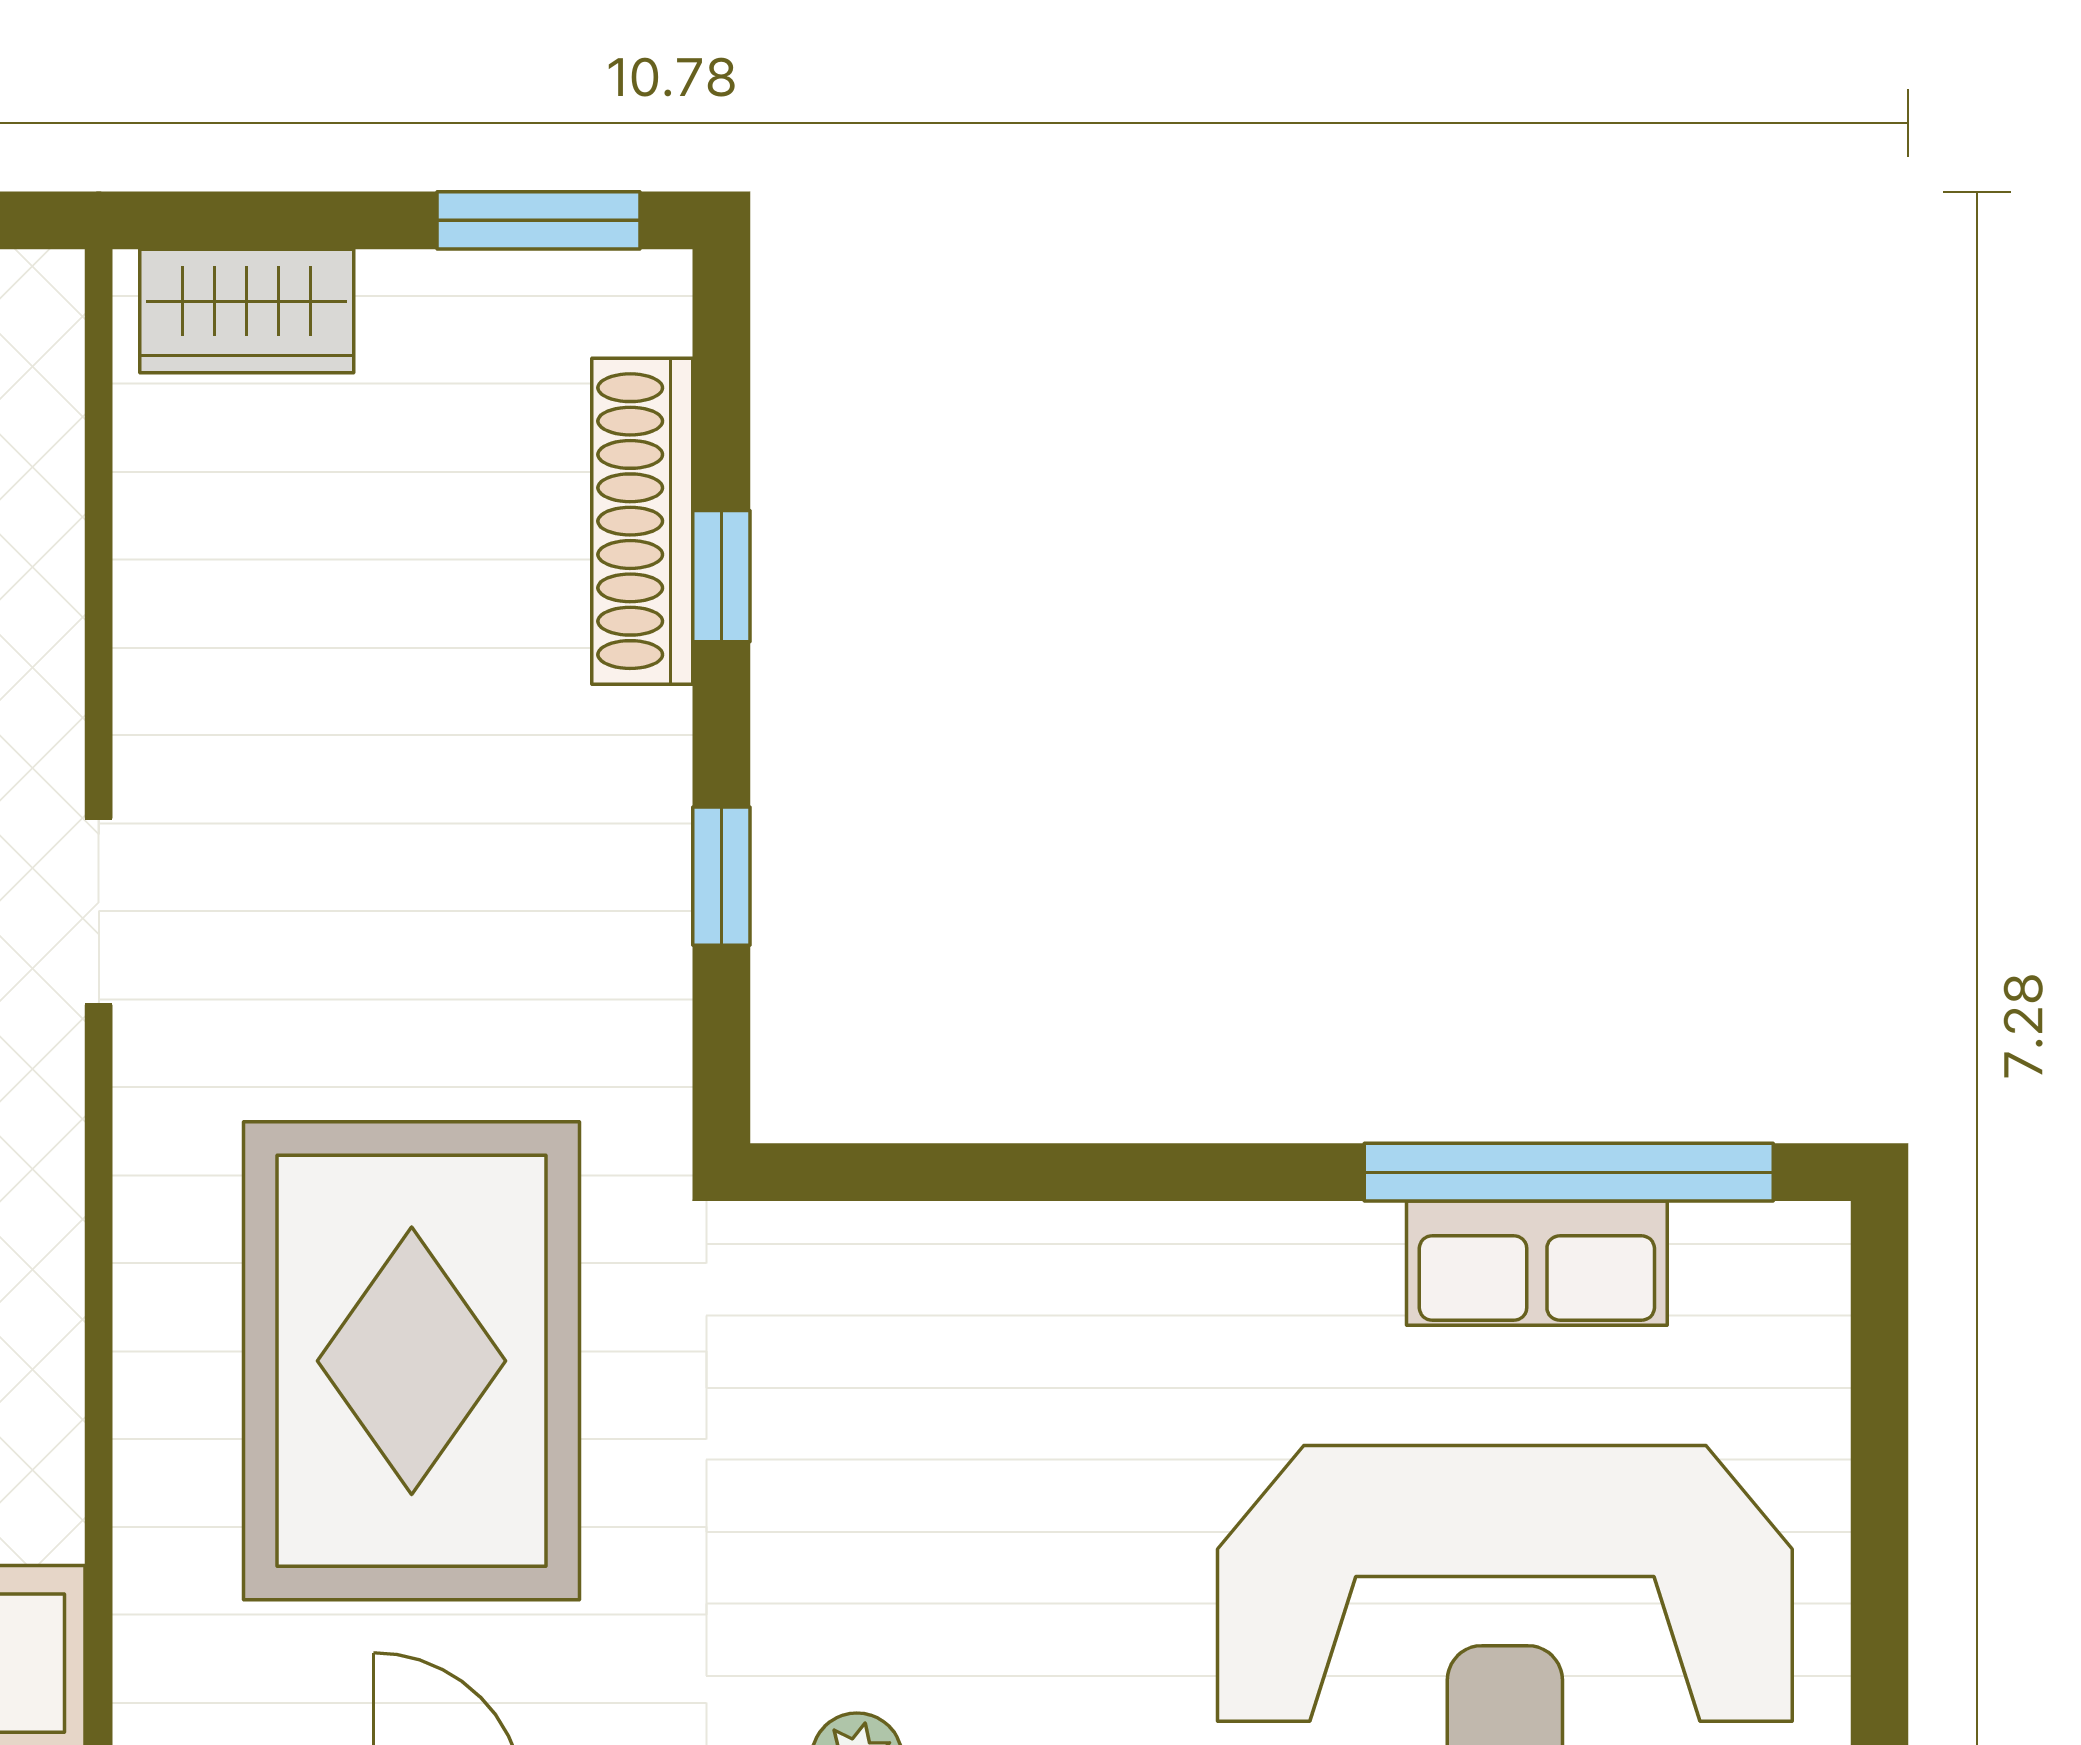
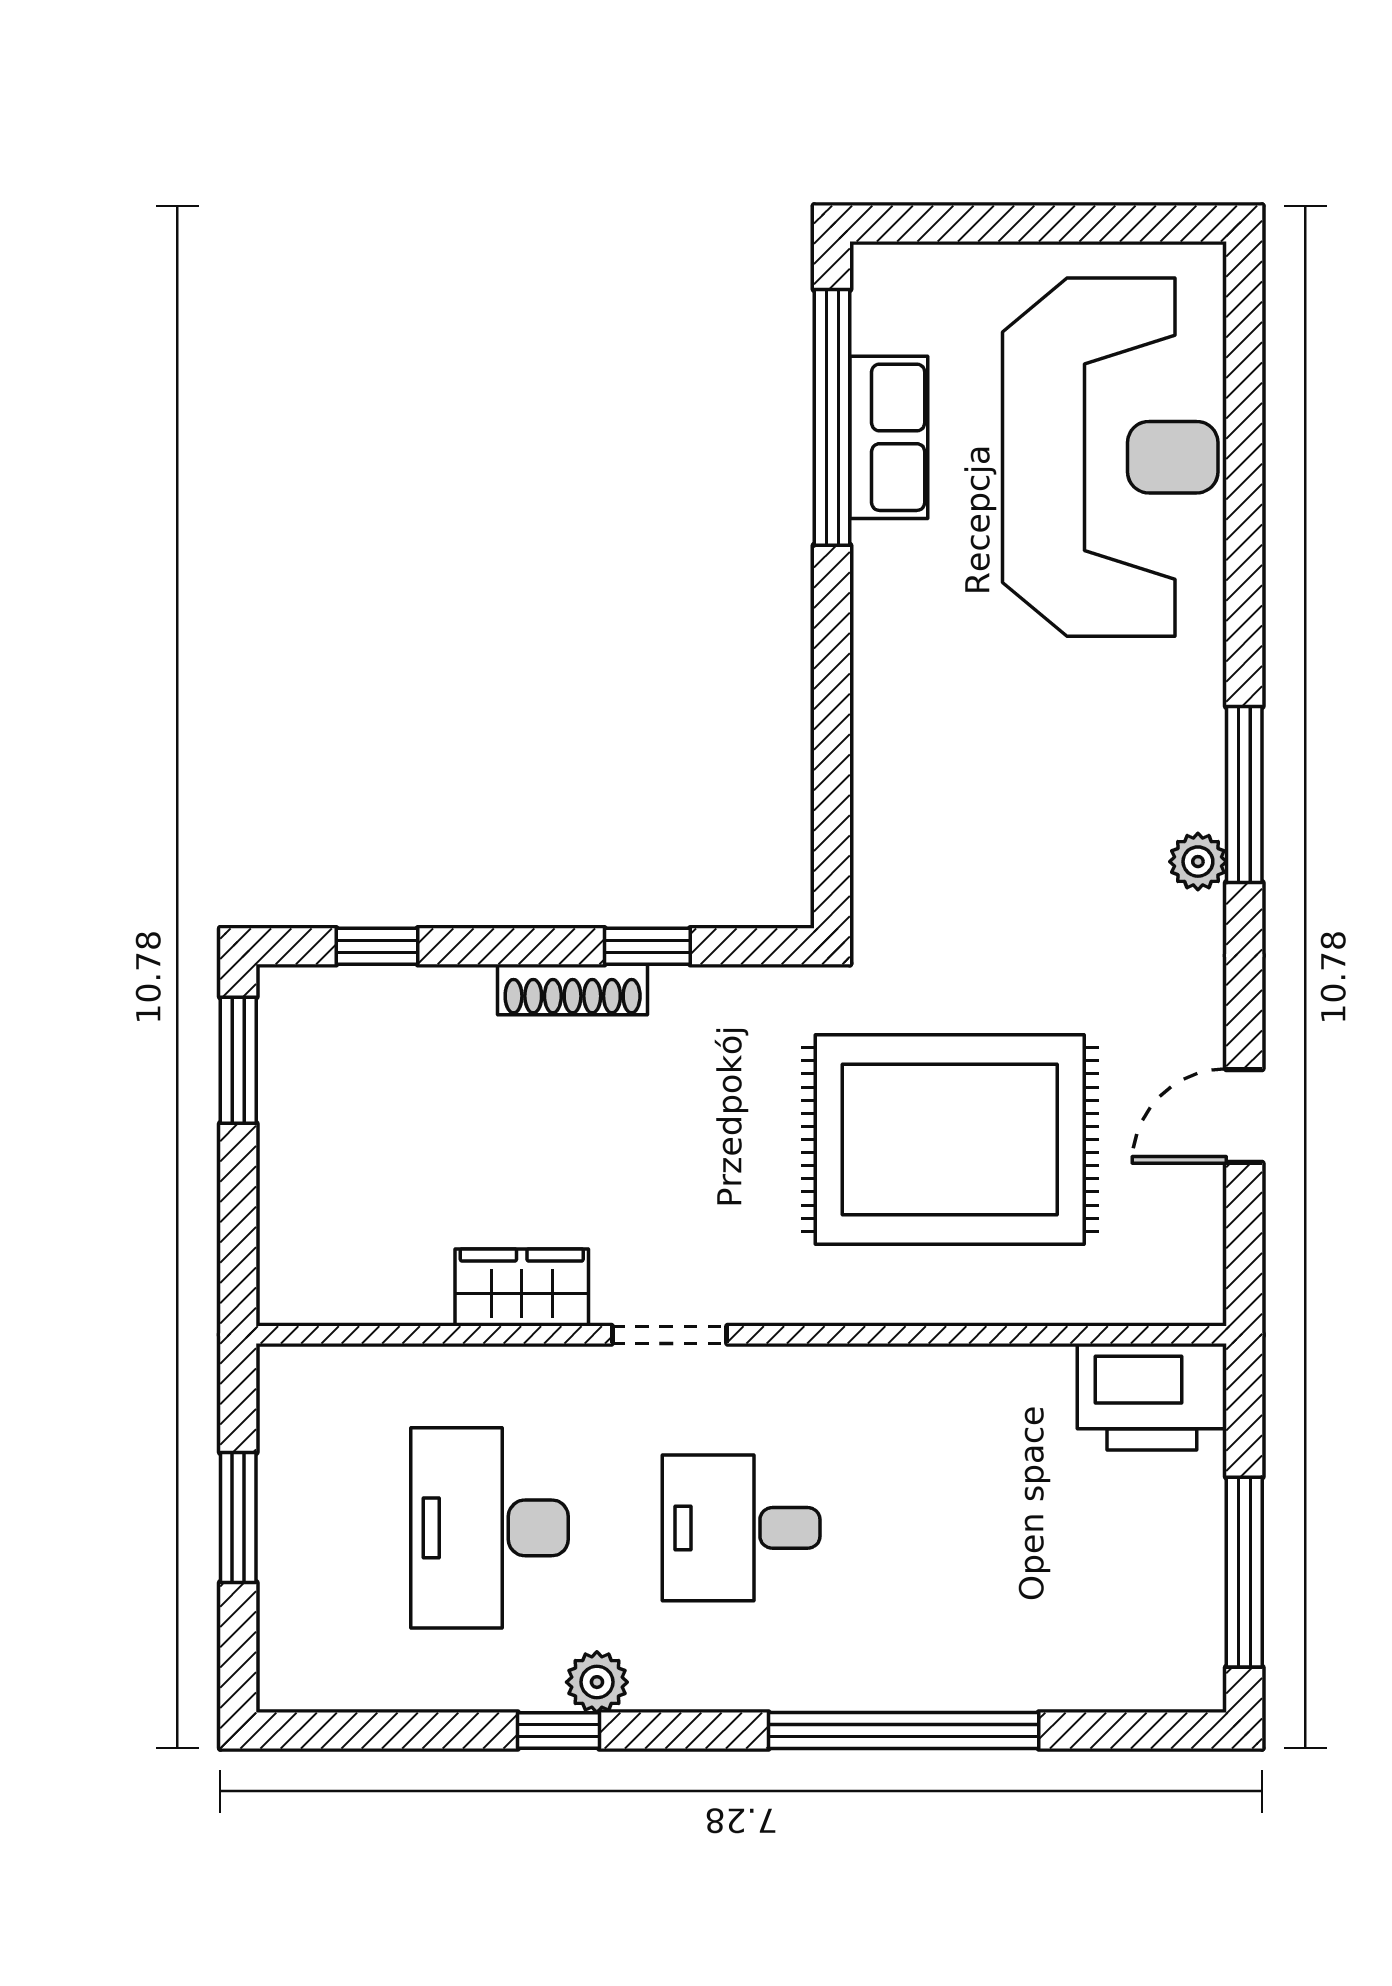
wardrobe: (247, 311) -> (522, 1287), moved, turned -90
shoe rack: (642, 521) -> (573, 989), moved, width x0.74, depth x0.81
window: (721, 576) -> (377, 946), moved

